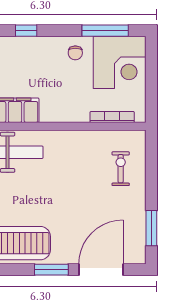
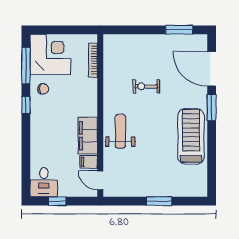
window: (26, 31) -> (26, 105), moved
exercise bike: (121, 169) -> (146, 86), moved

